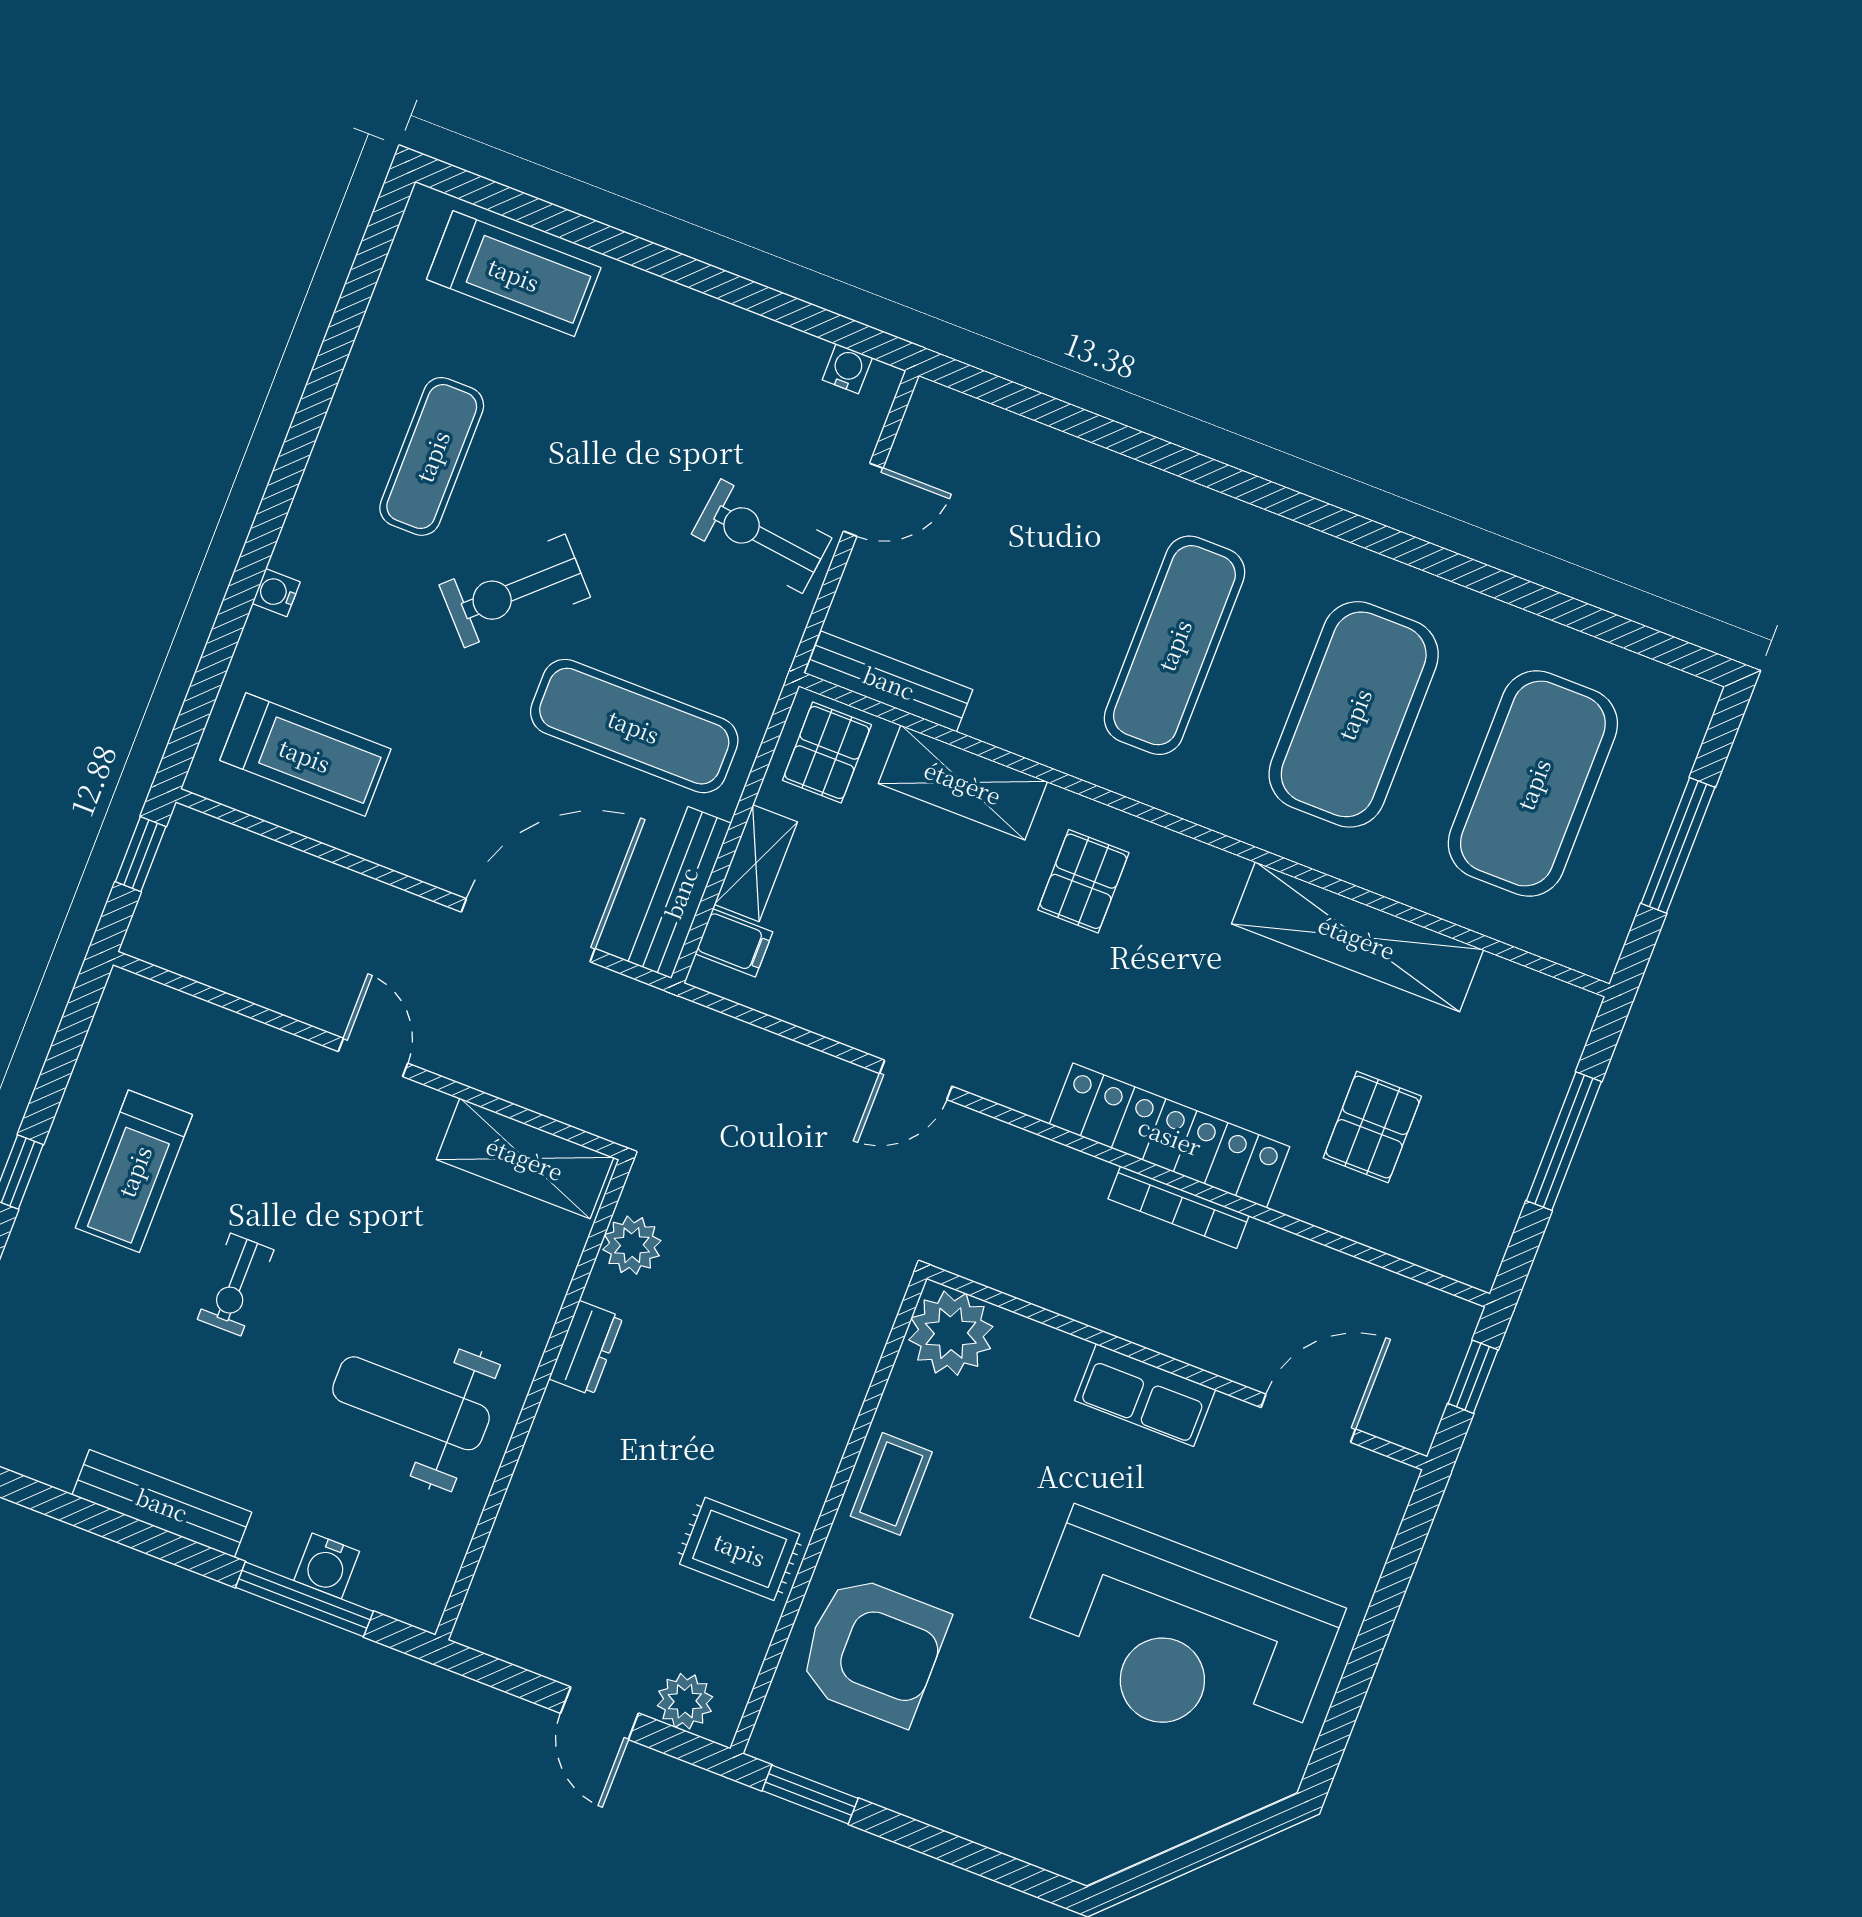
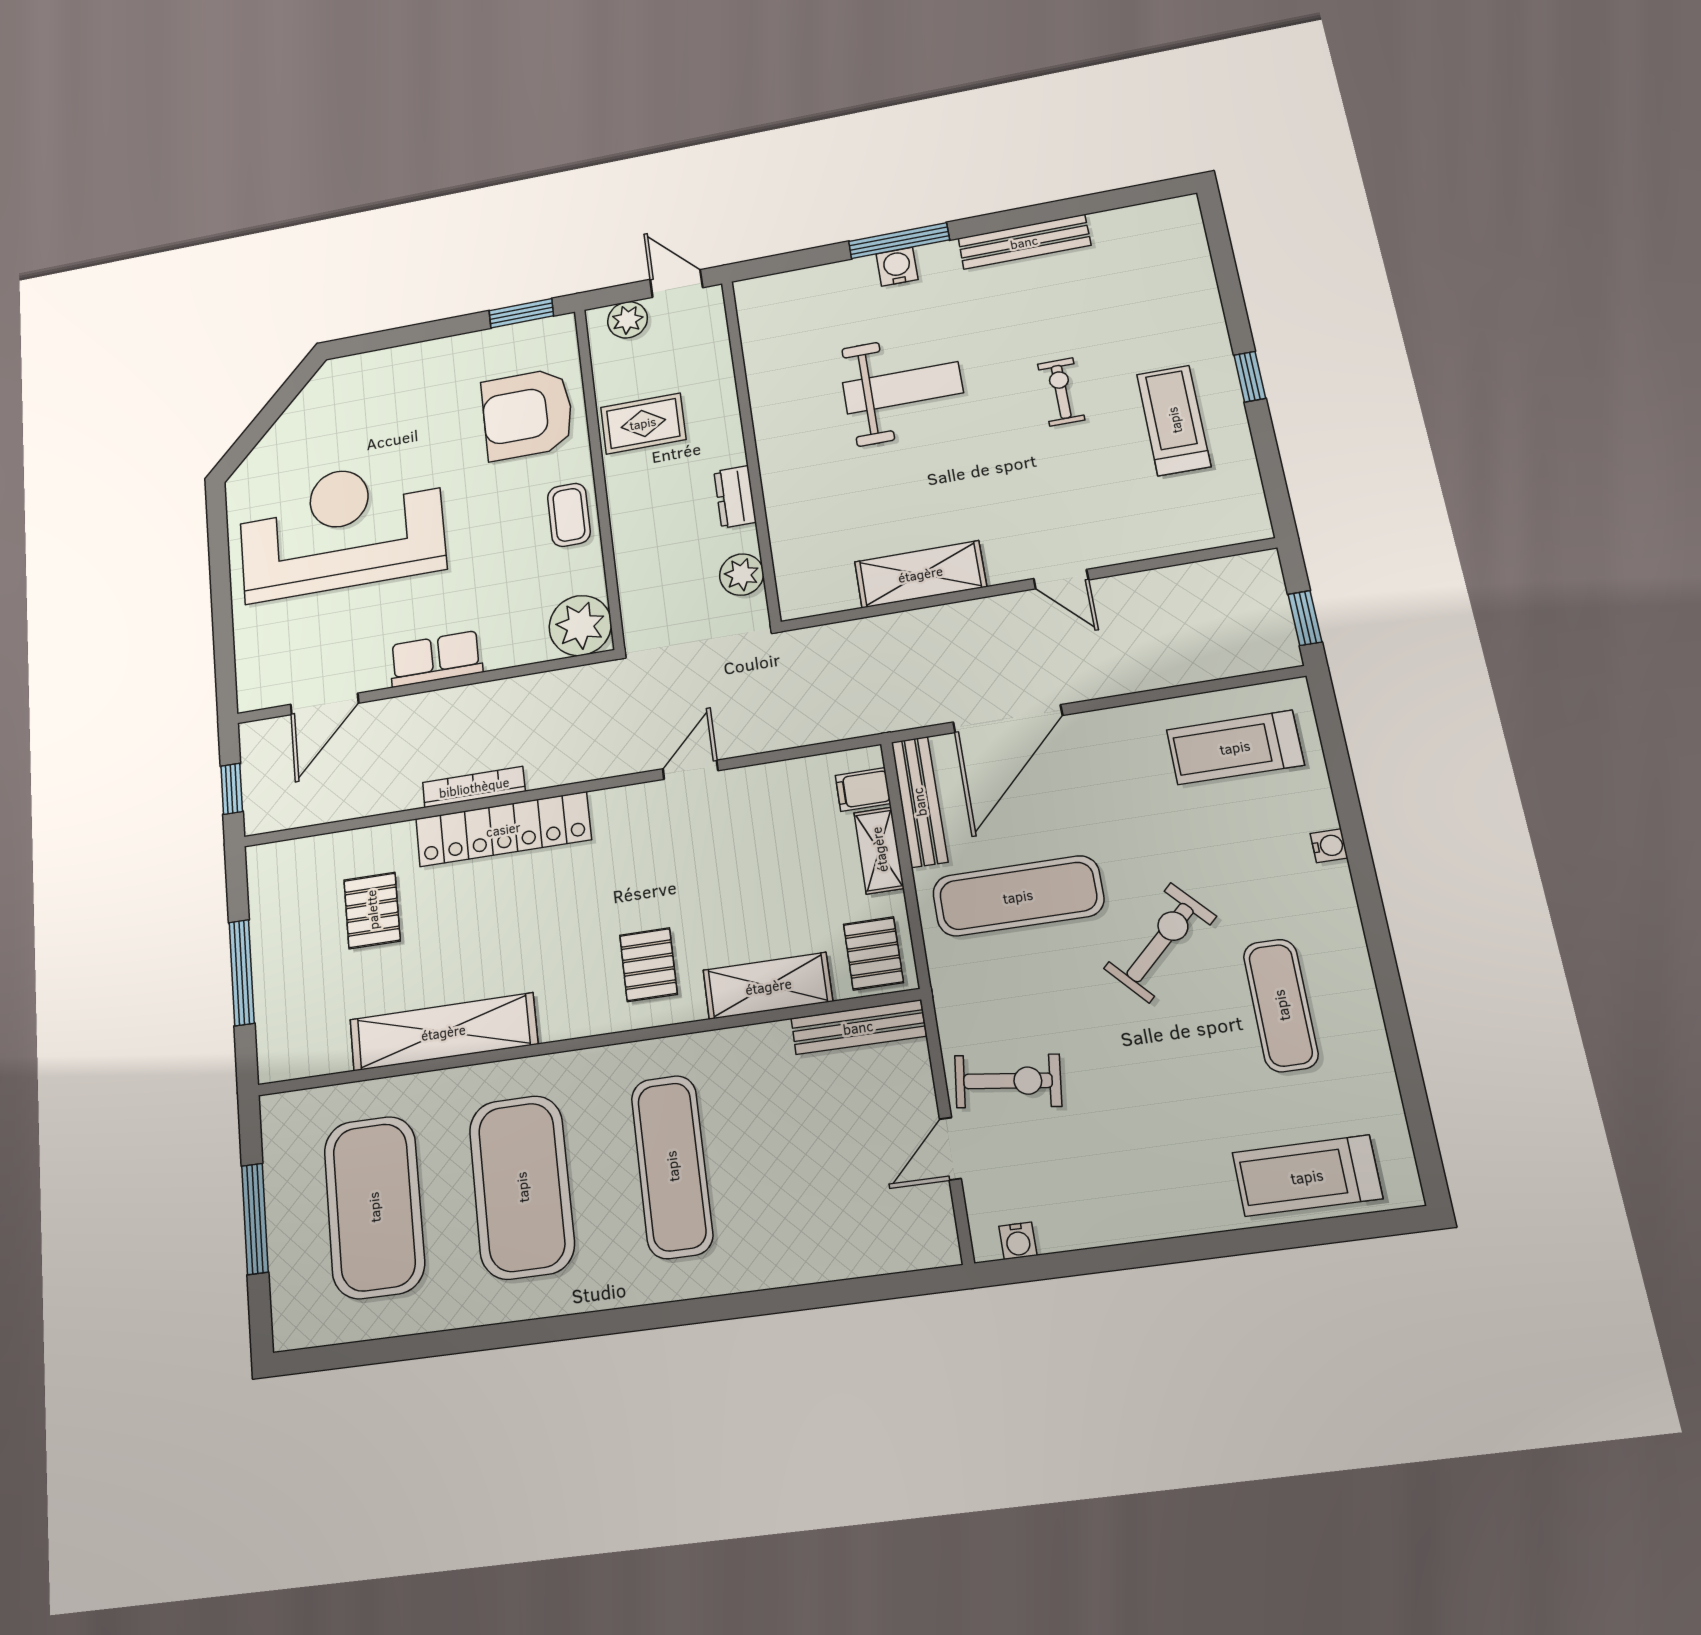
plant: (632, 1245) -> (742, 575), moved
dresser: (586, 1348) -> (735, 497), moved
wall: (534, 1400) -> (751, 448), moved

